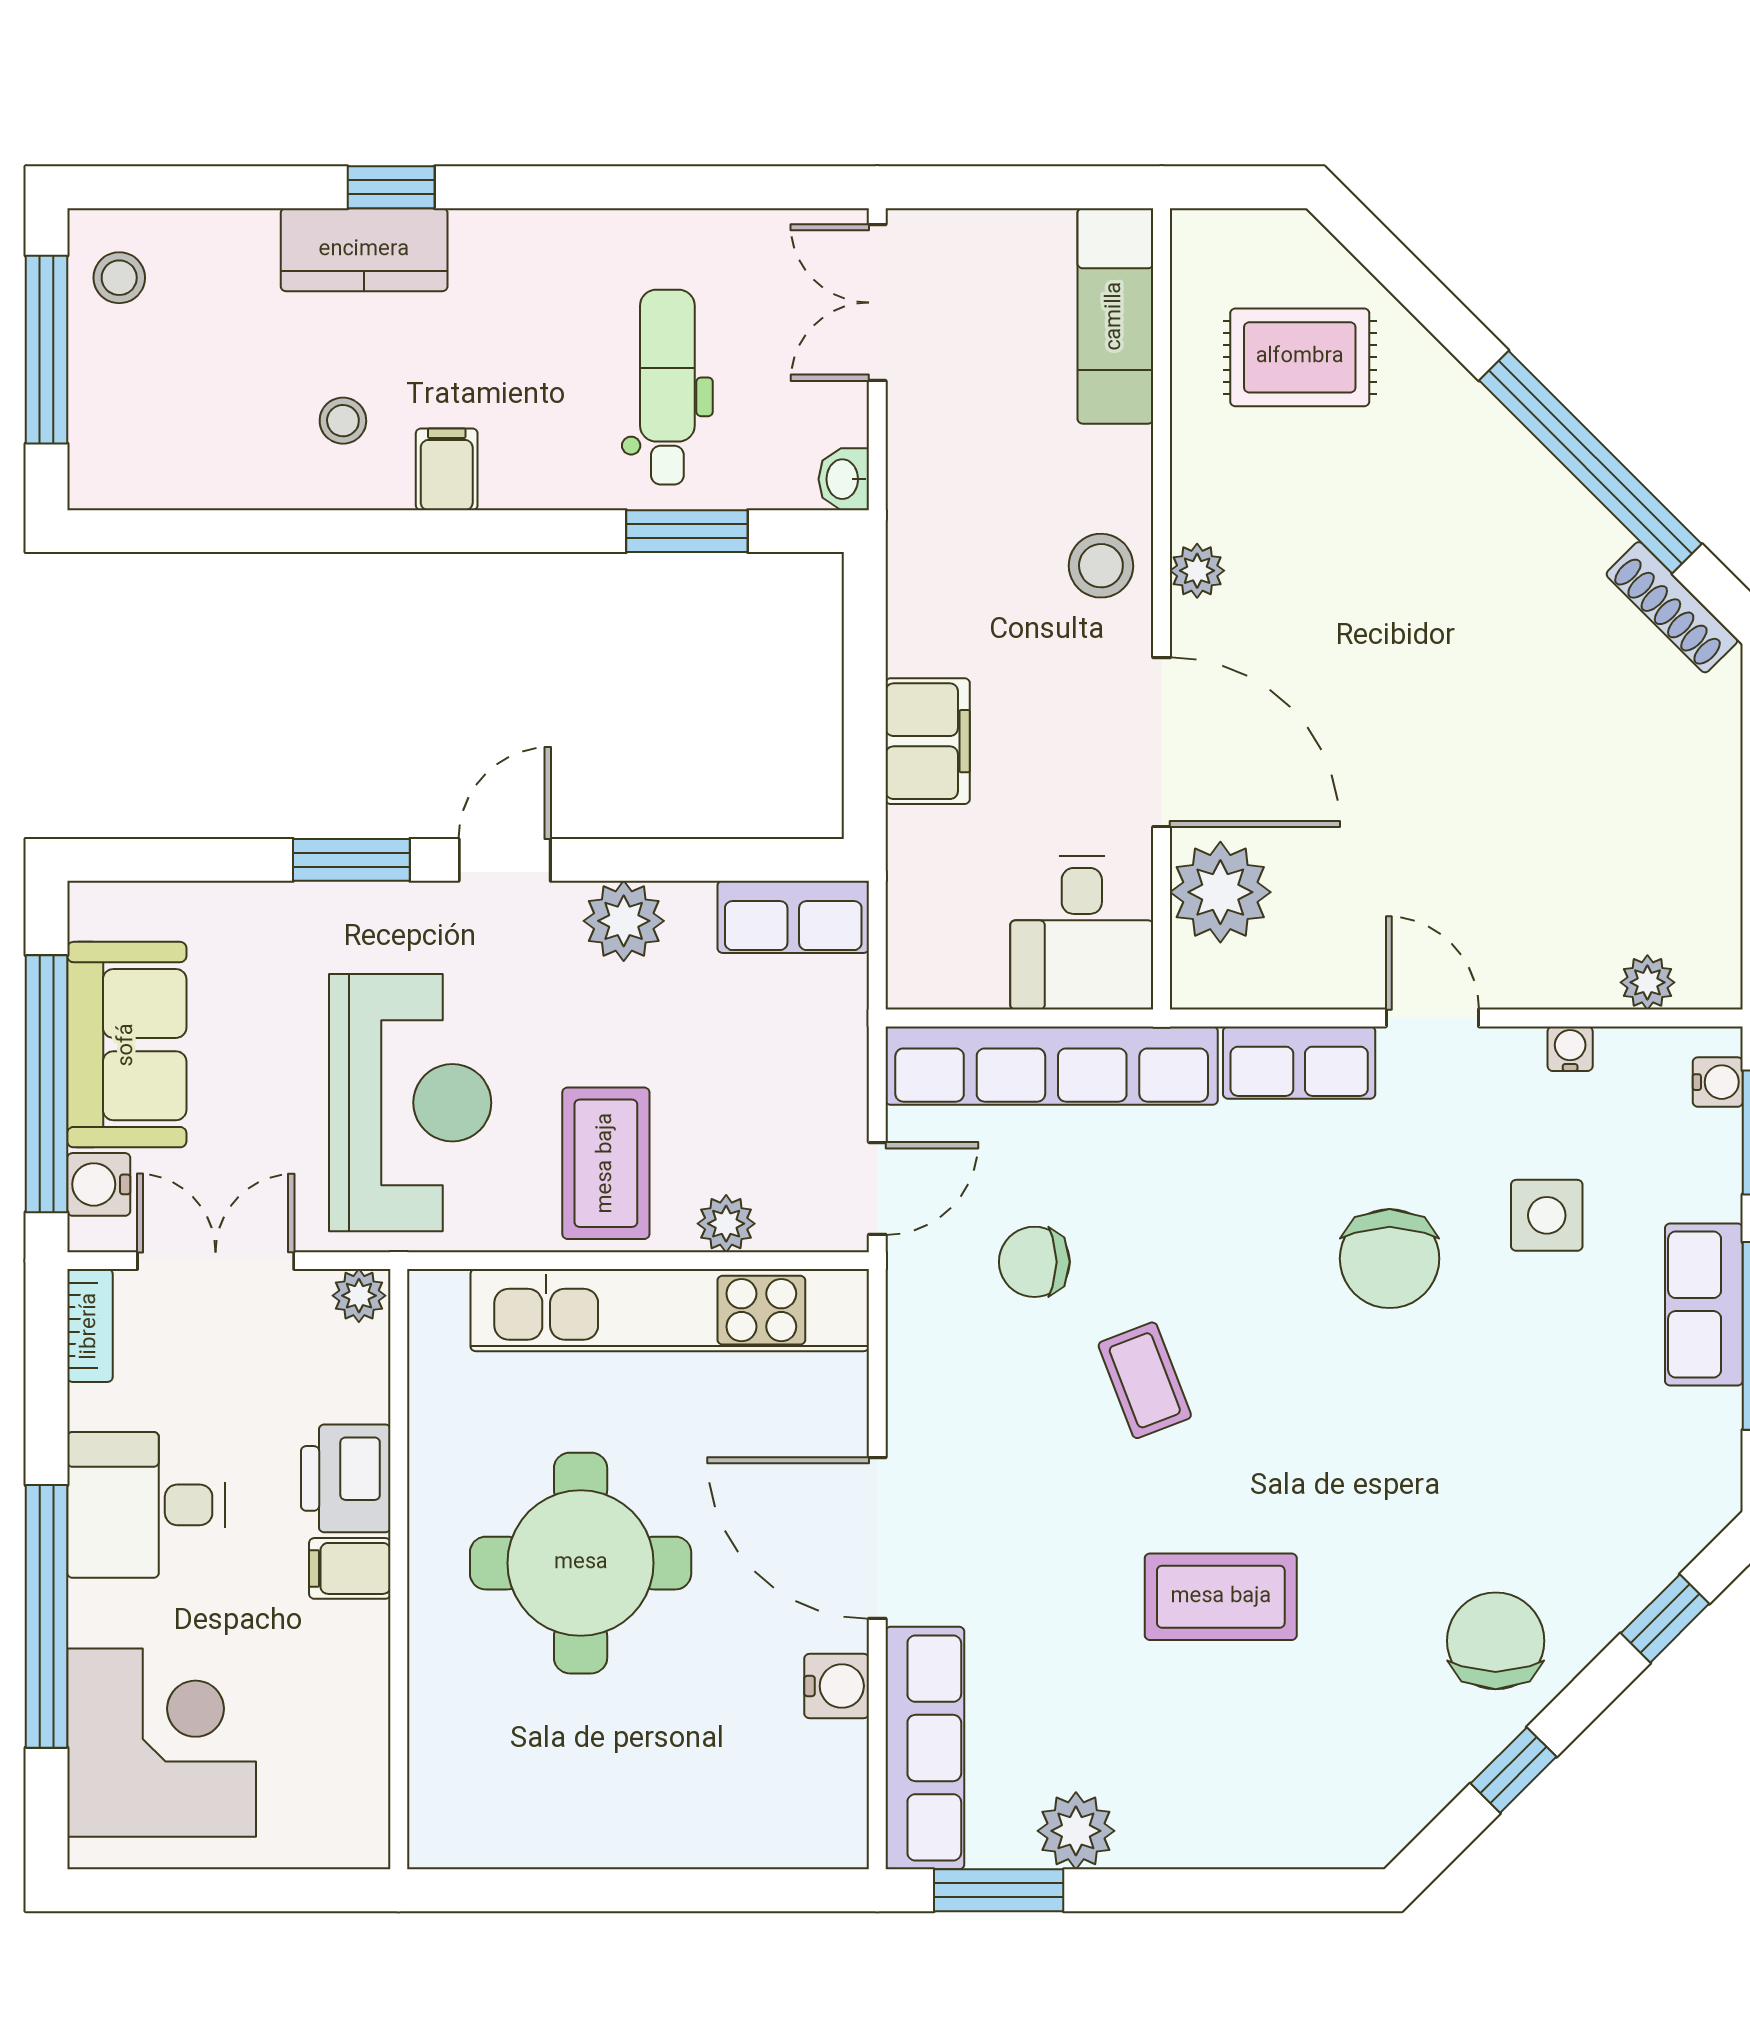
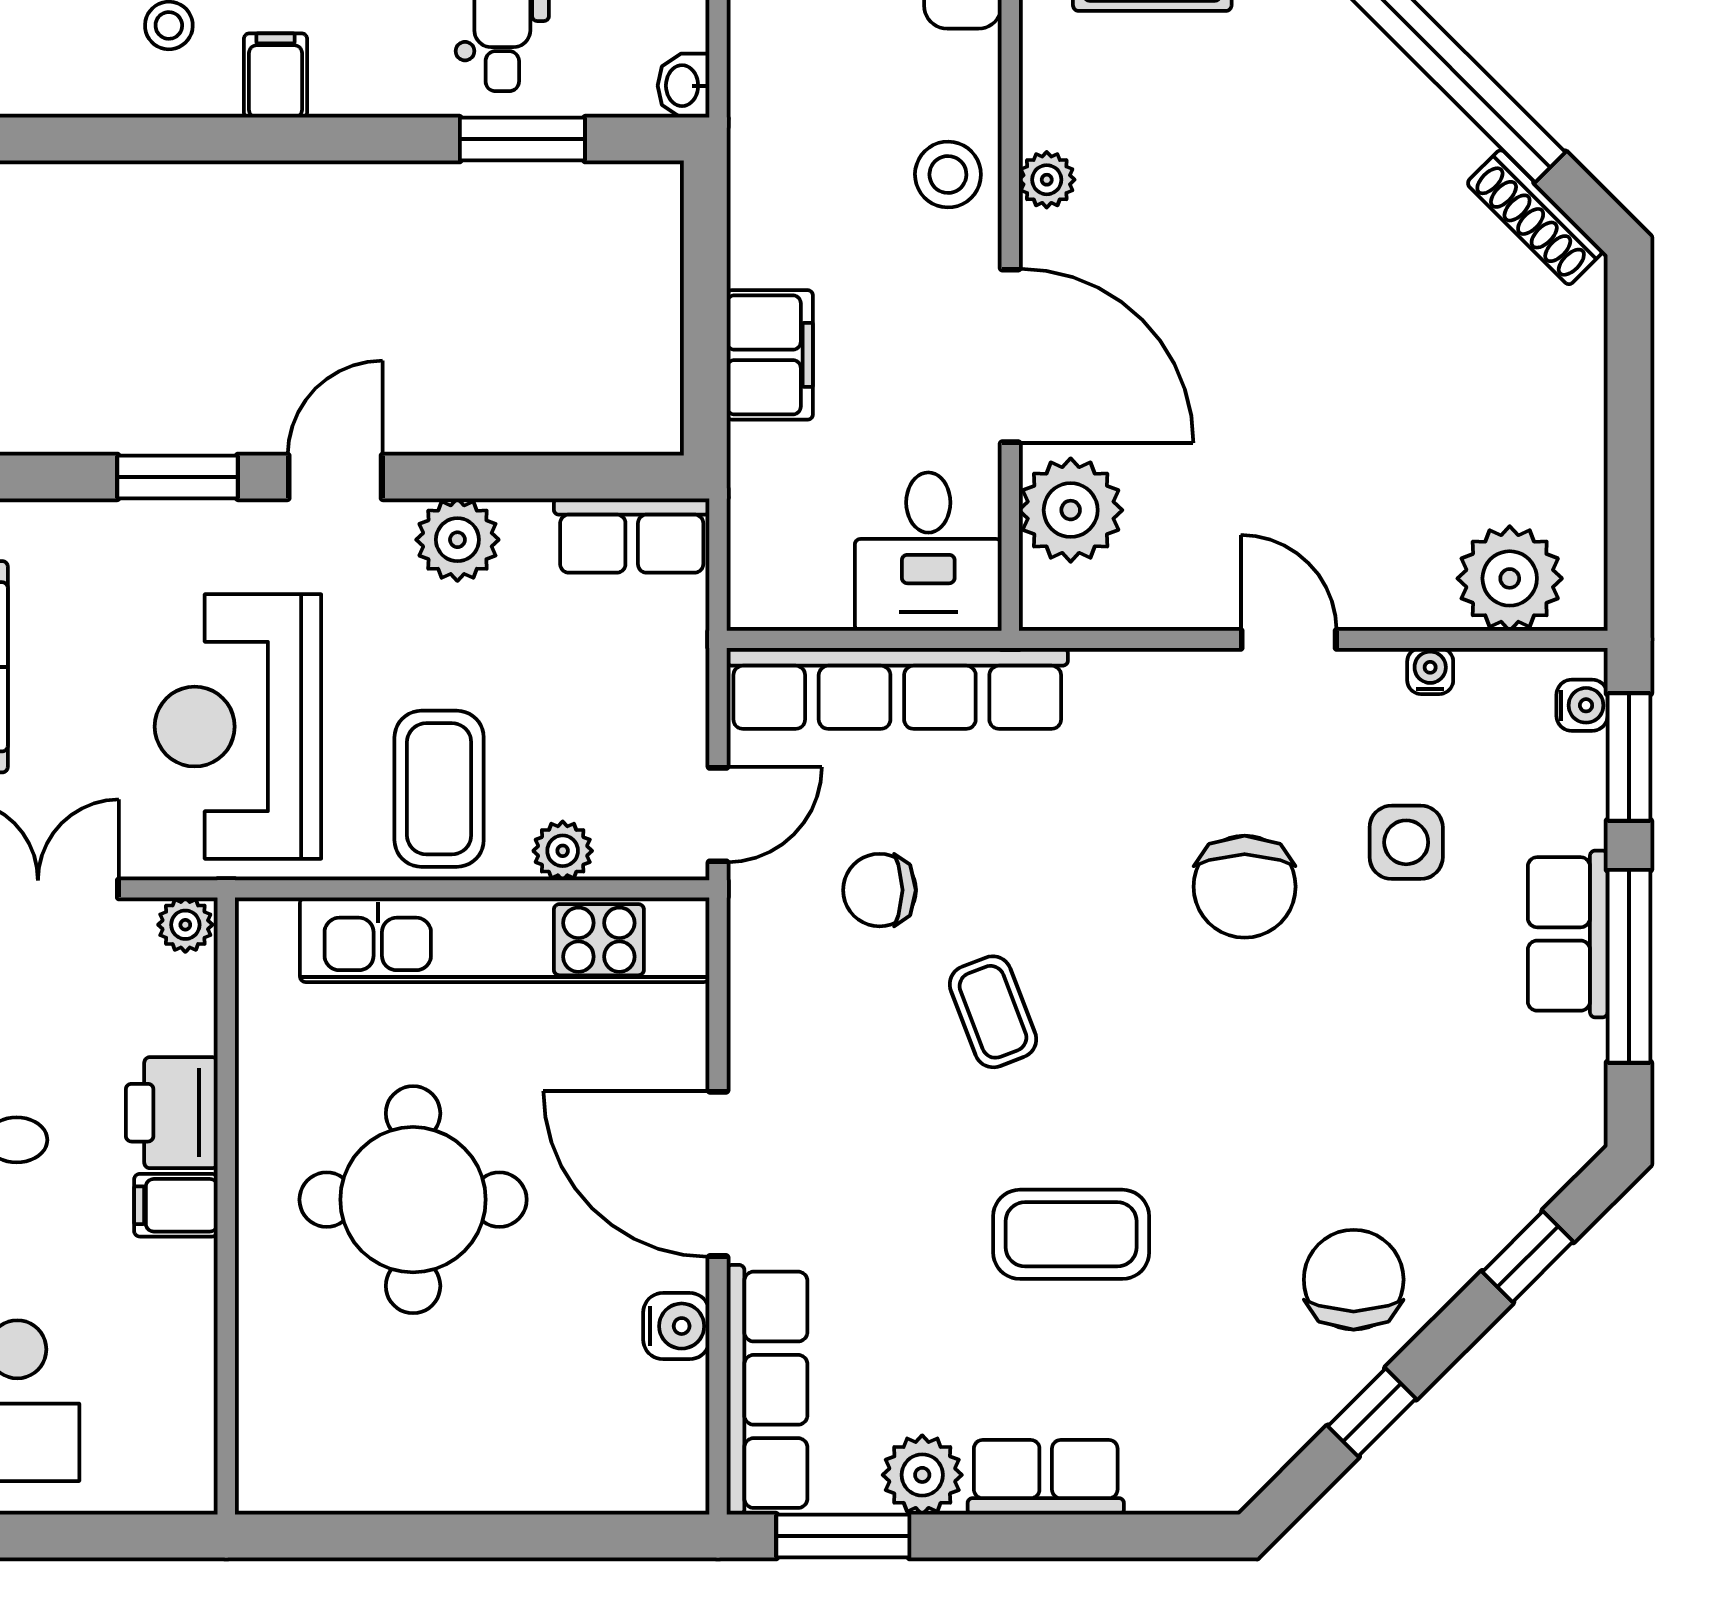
plant: (1647, 982) -> (1510, 578), width x1.88, depth x1.88
row of seats: (1299, 1063) -> (1046, 1477), moved, turned 180
reception desk: (410, 1103) -> (238, 727), turned 180

